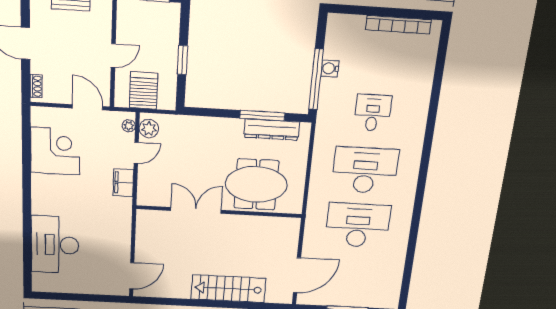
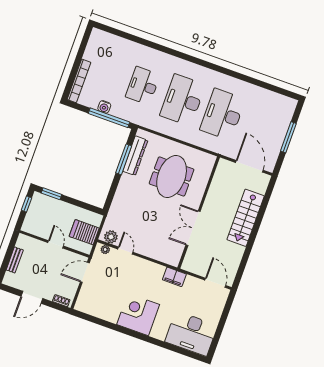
bookcase: (398, 25) -> (79, 81), moved
window: (182, 60) -> (52, 194), moved
desk: (373, 113) -> (143, 86), width x1.37
corner desk: (55, 151) -> (138, 314), moved
filing cabinet: (123, 183) -> (174, 277), moved
double door: (196, 210) -> (193, 228), moved
wall: (219, 212) -> (199, 212), moved
desk: (55, 245) -> (191, 333), moved

